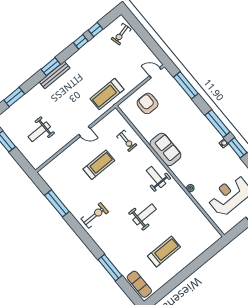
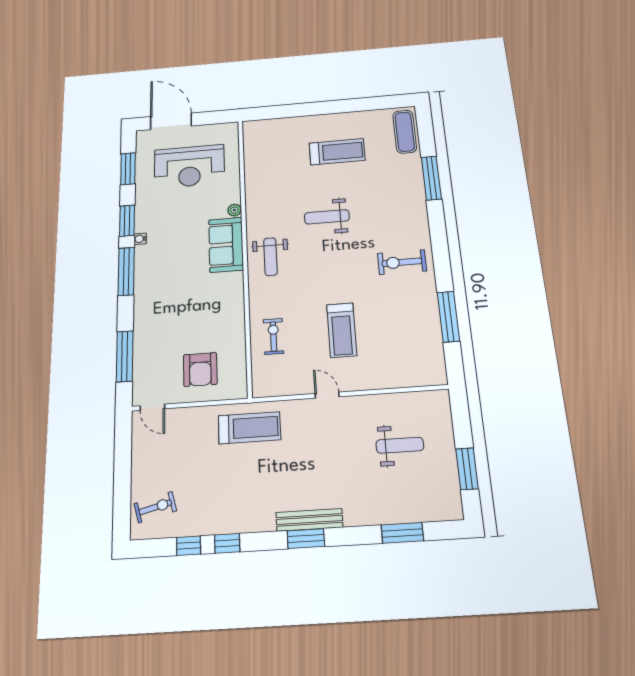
sofa: (165, 149) -> (226, 245), moved
treadmill: (99, 165) -> (342, 330), turned -90
treadmill: (164, 252) -> (337, 152), turned 180

